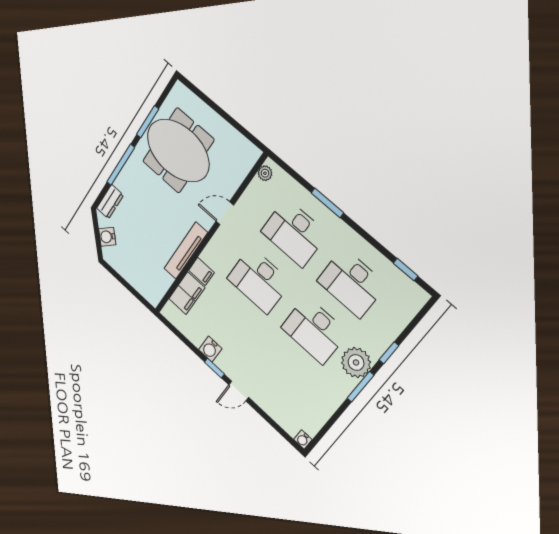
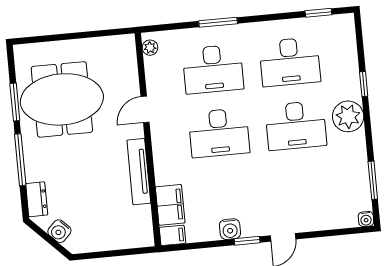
filing cabinet: (201, 271) -> (172, 235), moved
window: (361, 387) -> (373, 180), moved

